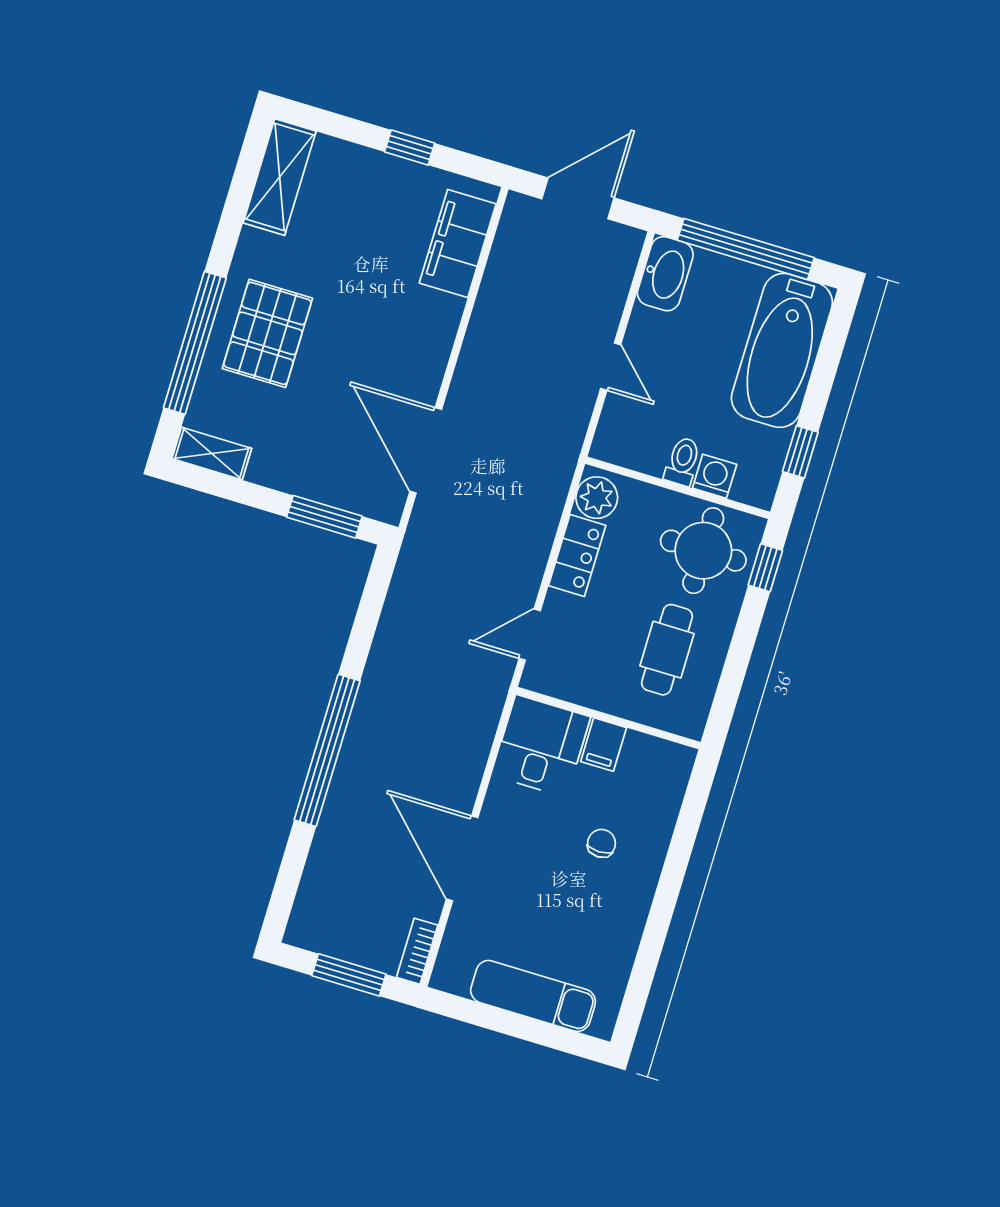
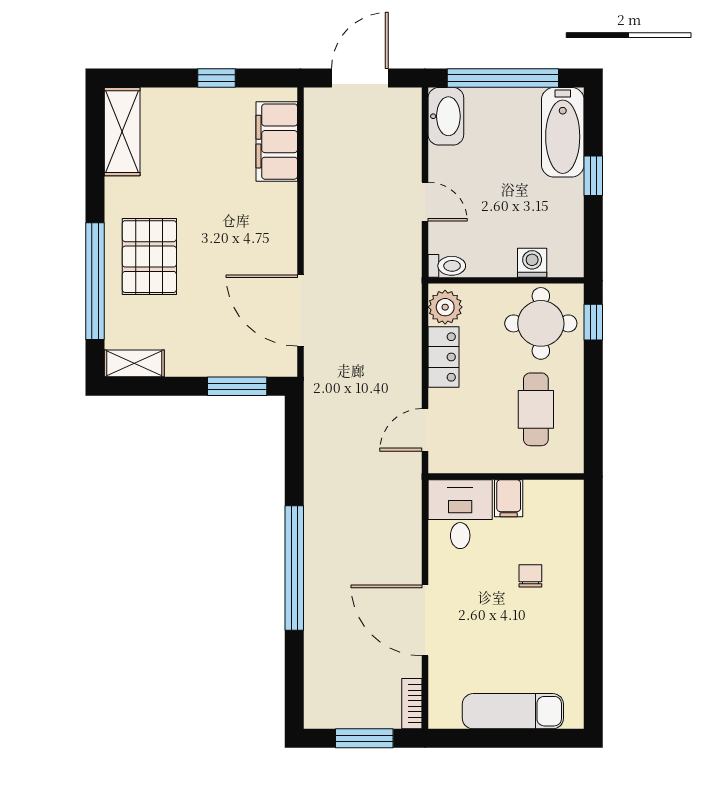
bathtub: (782, 350) -> (563, 132), width x0.73, depth x0.73
window: (800, 452) -> (593, 176), moved
toilet: (683, 461) -> (447, 266), moved, turned 90

